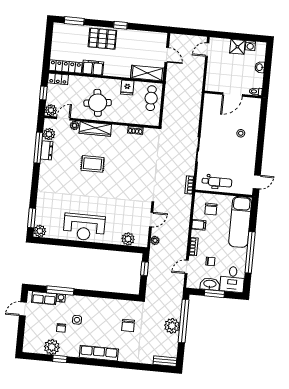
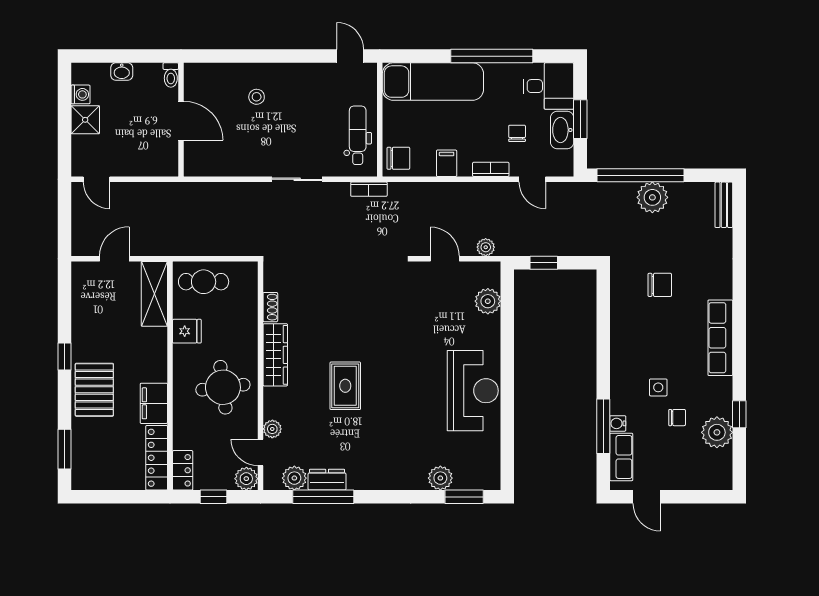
wardrobe: (95, 129) -> (275, 355), moved
chair: (211, 209) -> (398, 158), moved
plant: (40, 231) -> (440, 478), moved

